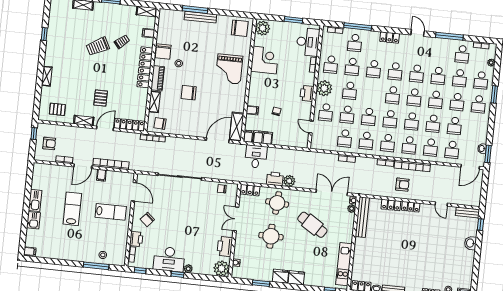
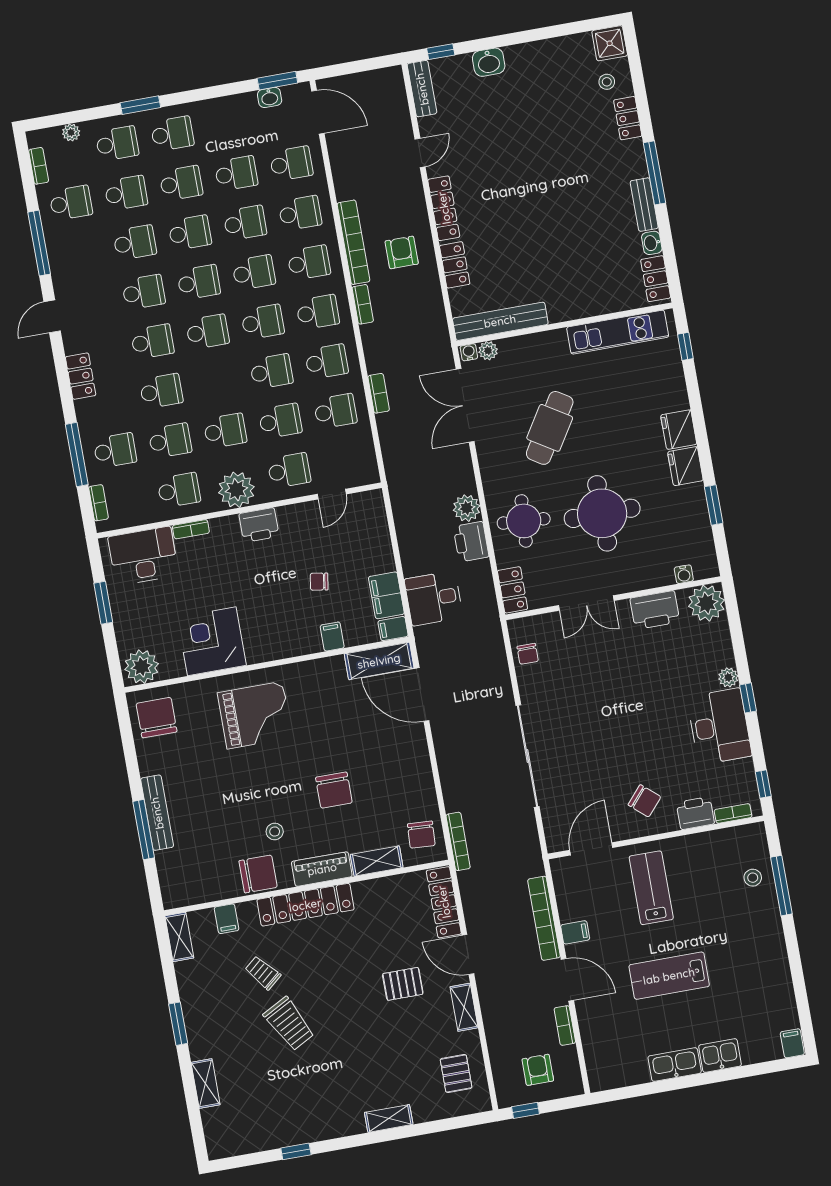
locker: (411, 207) -> (444, 208), width x1.53
round table: (271, 236) -> (602, 513), width x1.36, depth x1.36

